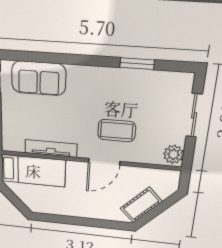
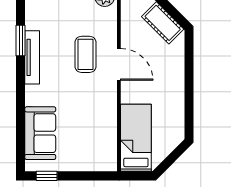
tv unit: (51, 148) -> (32, 57), moved, turned 180

